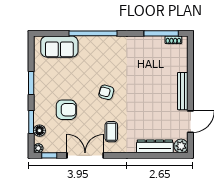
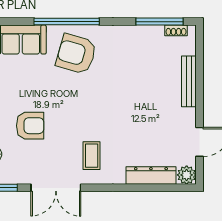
bench: (183, 91) -> (189, 81), moved
armchair: (106, 92) -> (76, 54), moved, width x1.88, depth x1.88
double door: (85, 155) -> (56, 188), swing flipped

